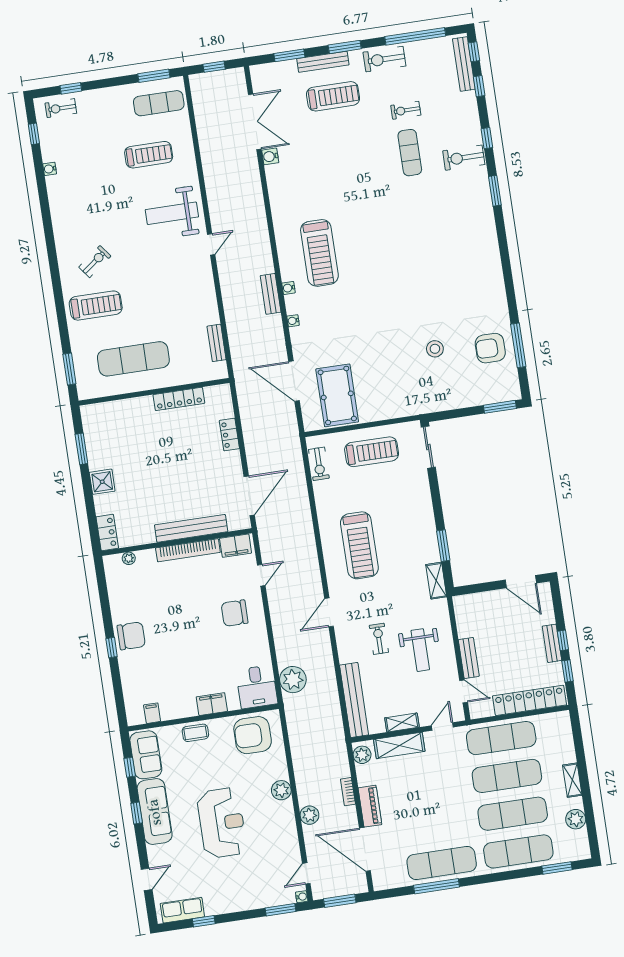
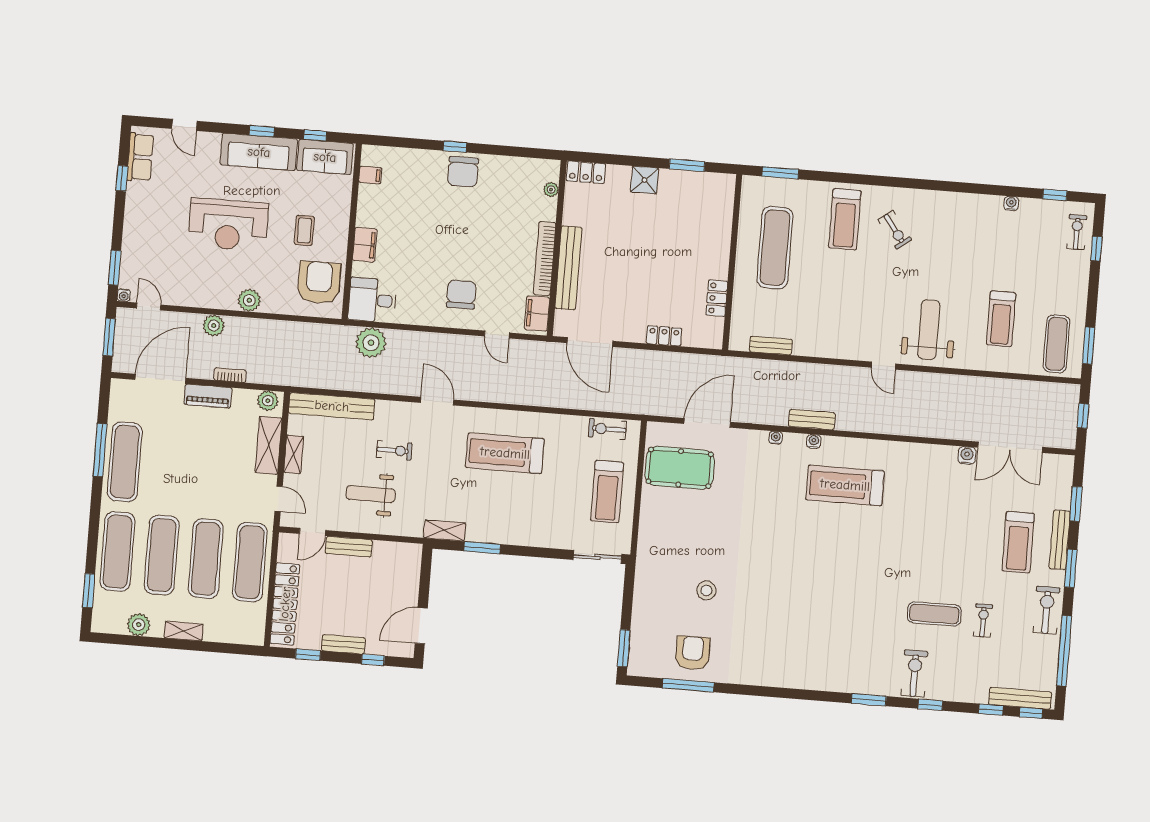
locker: (179, 399) -> (717, 298), width x0.66
window: (563, 640) -> (373, 660), moved
coffee table: (195, 733) -> (304, 230), moved

